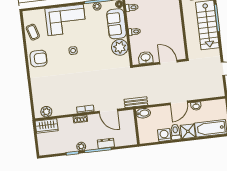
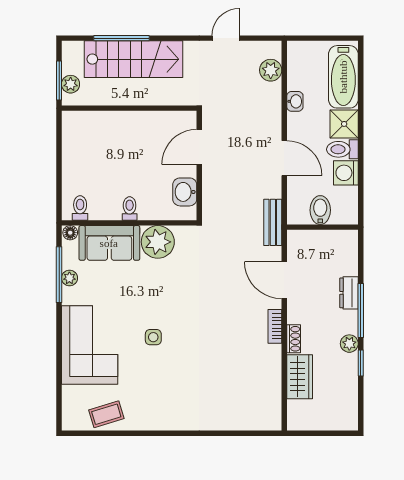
armchair: (38, 59) -> (161, 409), removed
door: (179, 103) -> (284, 158), moved
door: (108, 111) -> (284, 280), swing flipped
plant: (46, 112) -> (271, 70), moved
bidet: (143, 113) -> (320, 210), moved
wardrobe: (47, 126) -> (300, 377), moved

